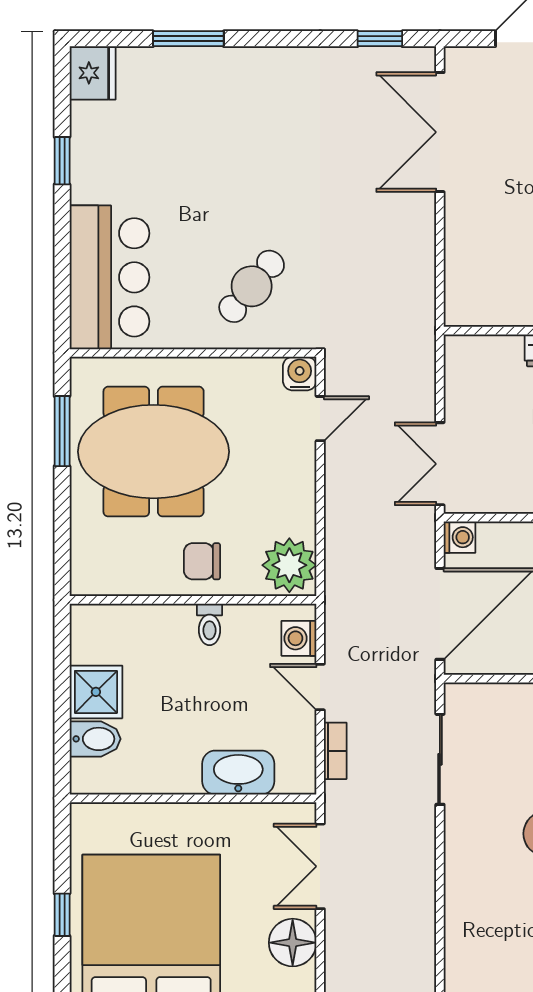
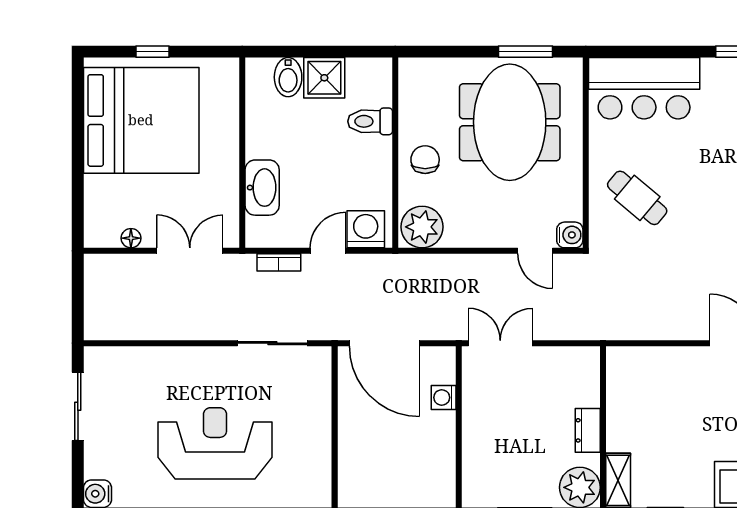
washing machine: (459, 537) -> (444, 397), moved, turned 90
toilet: (210, 624) -> (370, 121), moved, width x1.37, depth x1.39
washing machine: (299, 638) -> (366, 229), width x1.38, depth x1.38
floor lamp: (293, 943) -> (131, 238), width x0.53, depth x0.53

